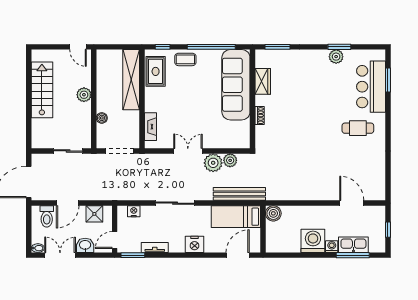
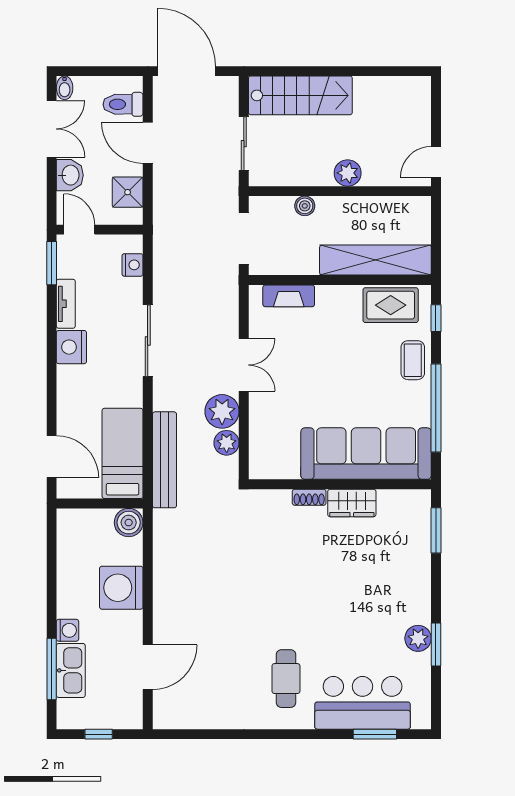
wardrobe: (263, 81) -> (352, 503), moved
stairs: (42, 90) -> (300, 95), moved
washing machine: (313, 241) -> (121, 588), moved, turned 180
nightstand: (195, 244) -> (71, 347), moved

